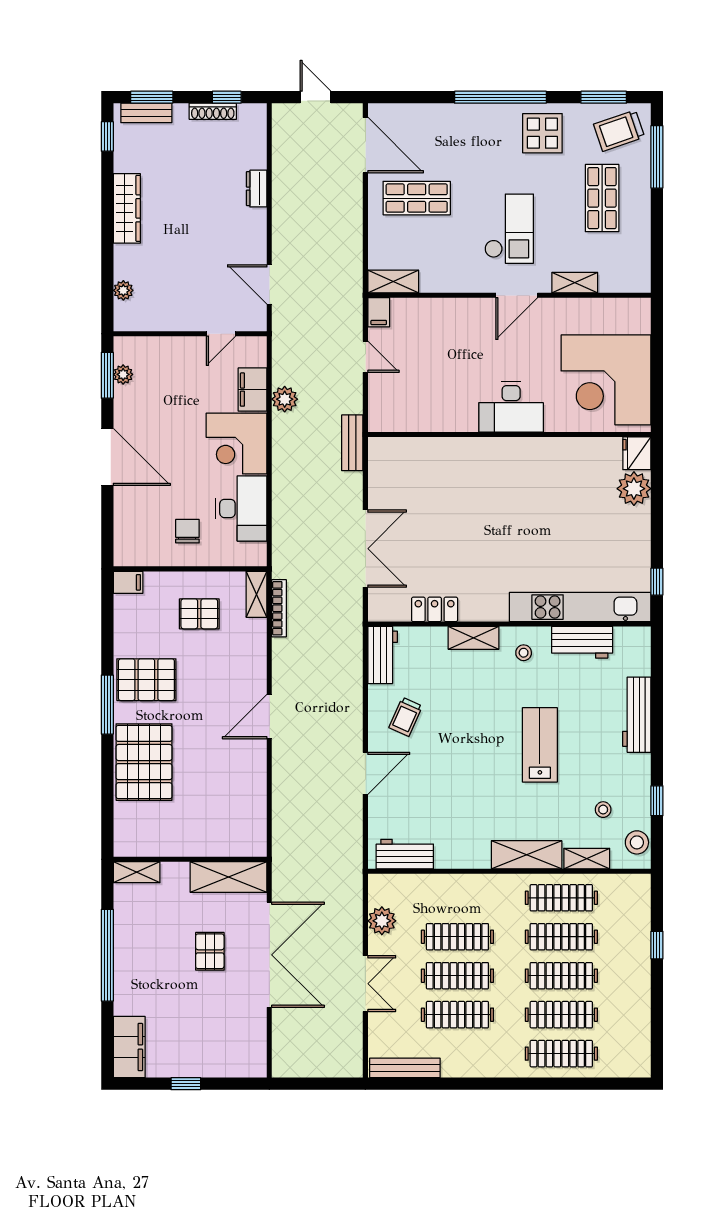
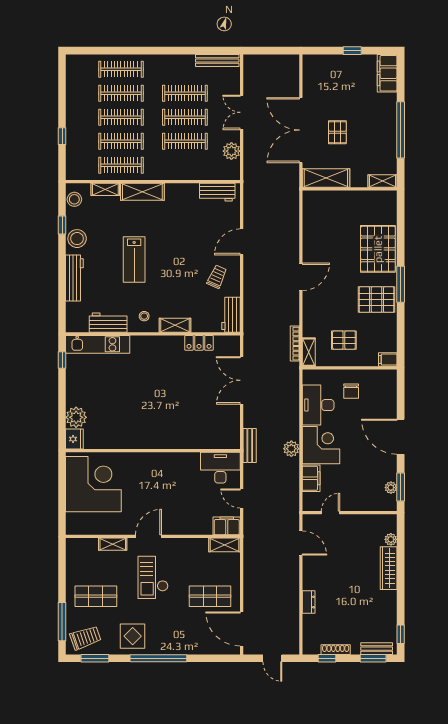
shop shelf: (602, 198) -> (96, 596), turned 90
wardrobe: (127, 208) -> (389, 568), moved
filing cabinet: (379, 312) -> (227, 526), width x2.00
plant: (285, 399) -> (291, 449), moved
desk: (511, 407) -> (220, 468), moved
kitchen unit: (580, 607) -> (98, 344), width x0.73
stool: (603, 810) -> (77, 239), moved, width x1.89, depth x1.89

